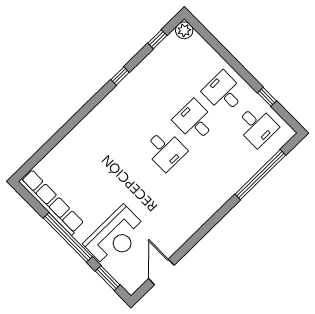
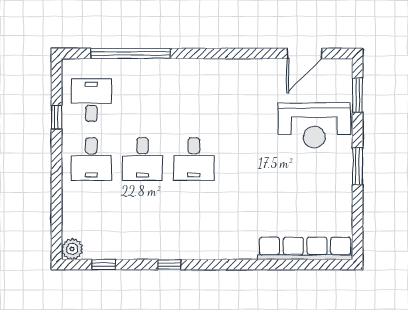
desk: (165, 150) -> (194, 159), turned 180
row of seats: (51, 202) -> (305, 248), moved, turned 90
window: (68, 237) -> (358, 166), width x0.47
reception desk: (115, 237) -> (314, 125), turned 180

